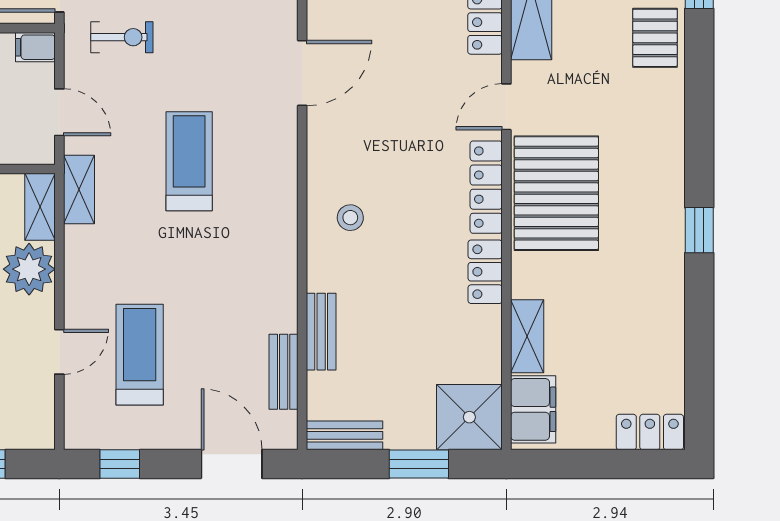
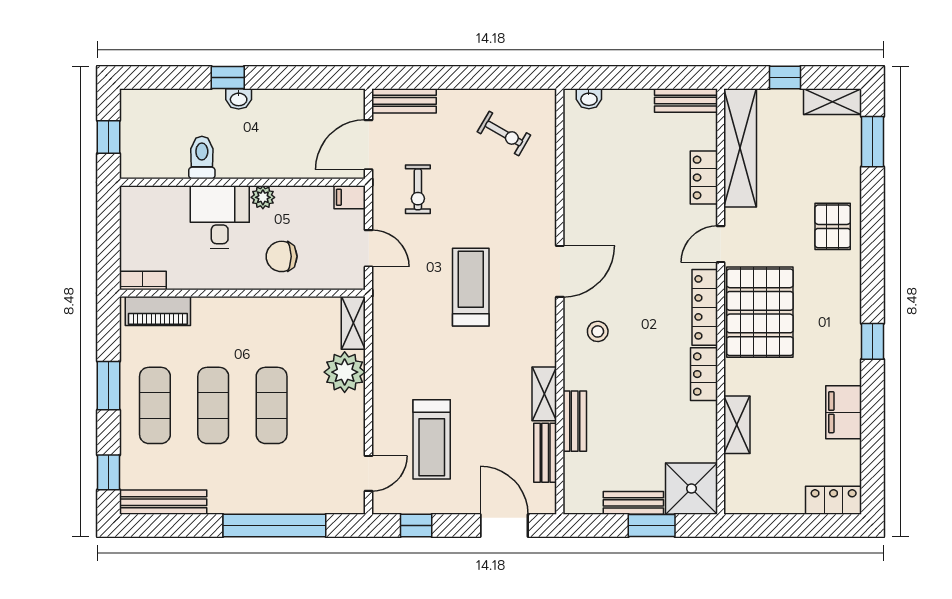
exercise bike: (122, 37) -> (418, 189), turned 90
pallet: (655, 38) -> (833, 226), moved
door: (302, 73) -> (560, 271), moved
shelving: (79, 190) -> (544, 394), moved
door: (59, 352) -> (369, 473), moved
treadmill: (140, 355) -> (432, 439), turned 180
filing cabinet: (533, 409) -> (844, 412), moved, turned 180
bench: (345, 435) -> (633, 503), moved

